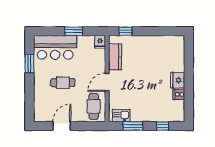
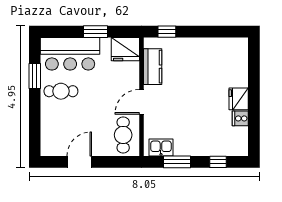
fridge: (100, 42) -> (125, 49), width x1.88, depth x1.34
cafe table: (63, 83) -> (61, 91), moved

